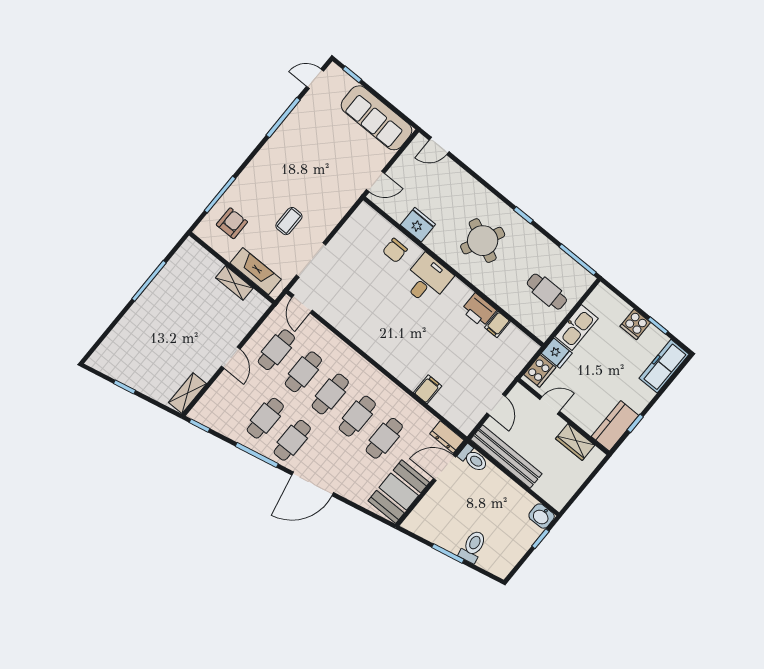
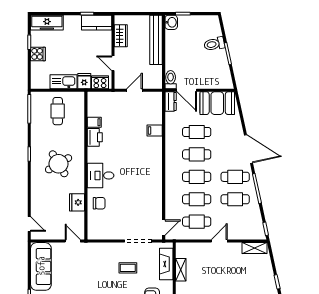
round table: (483, 241) -> (59, 164), turned 33
bench: (506, 457) -> (156, 40), moved

